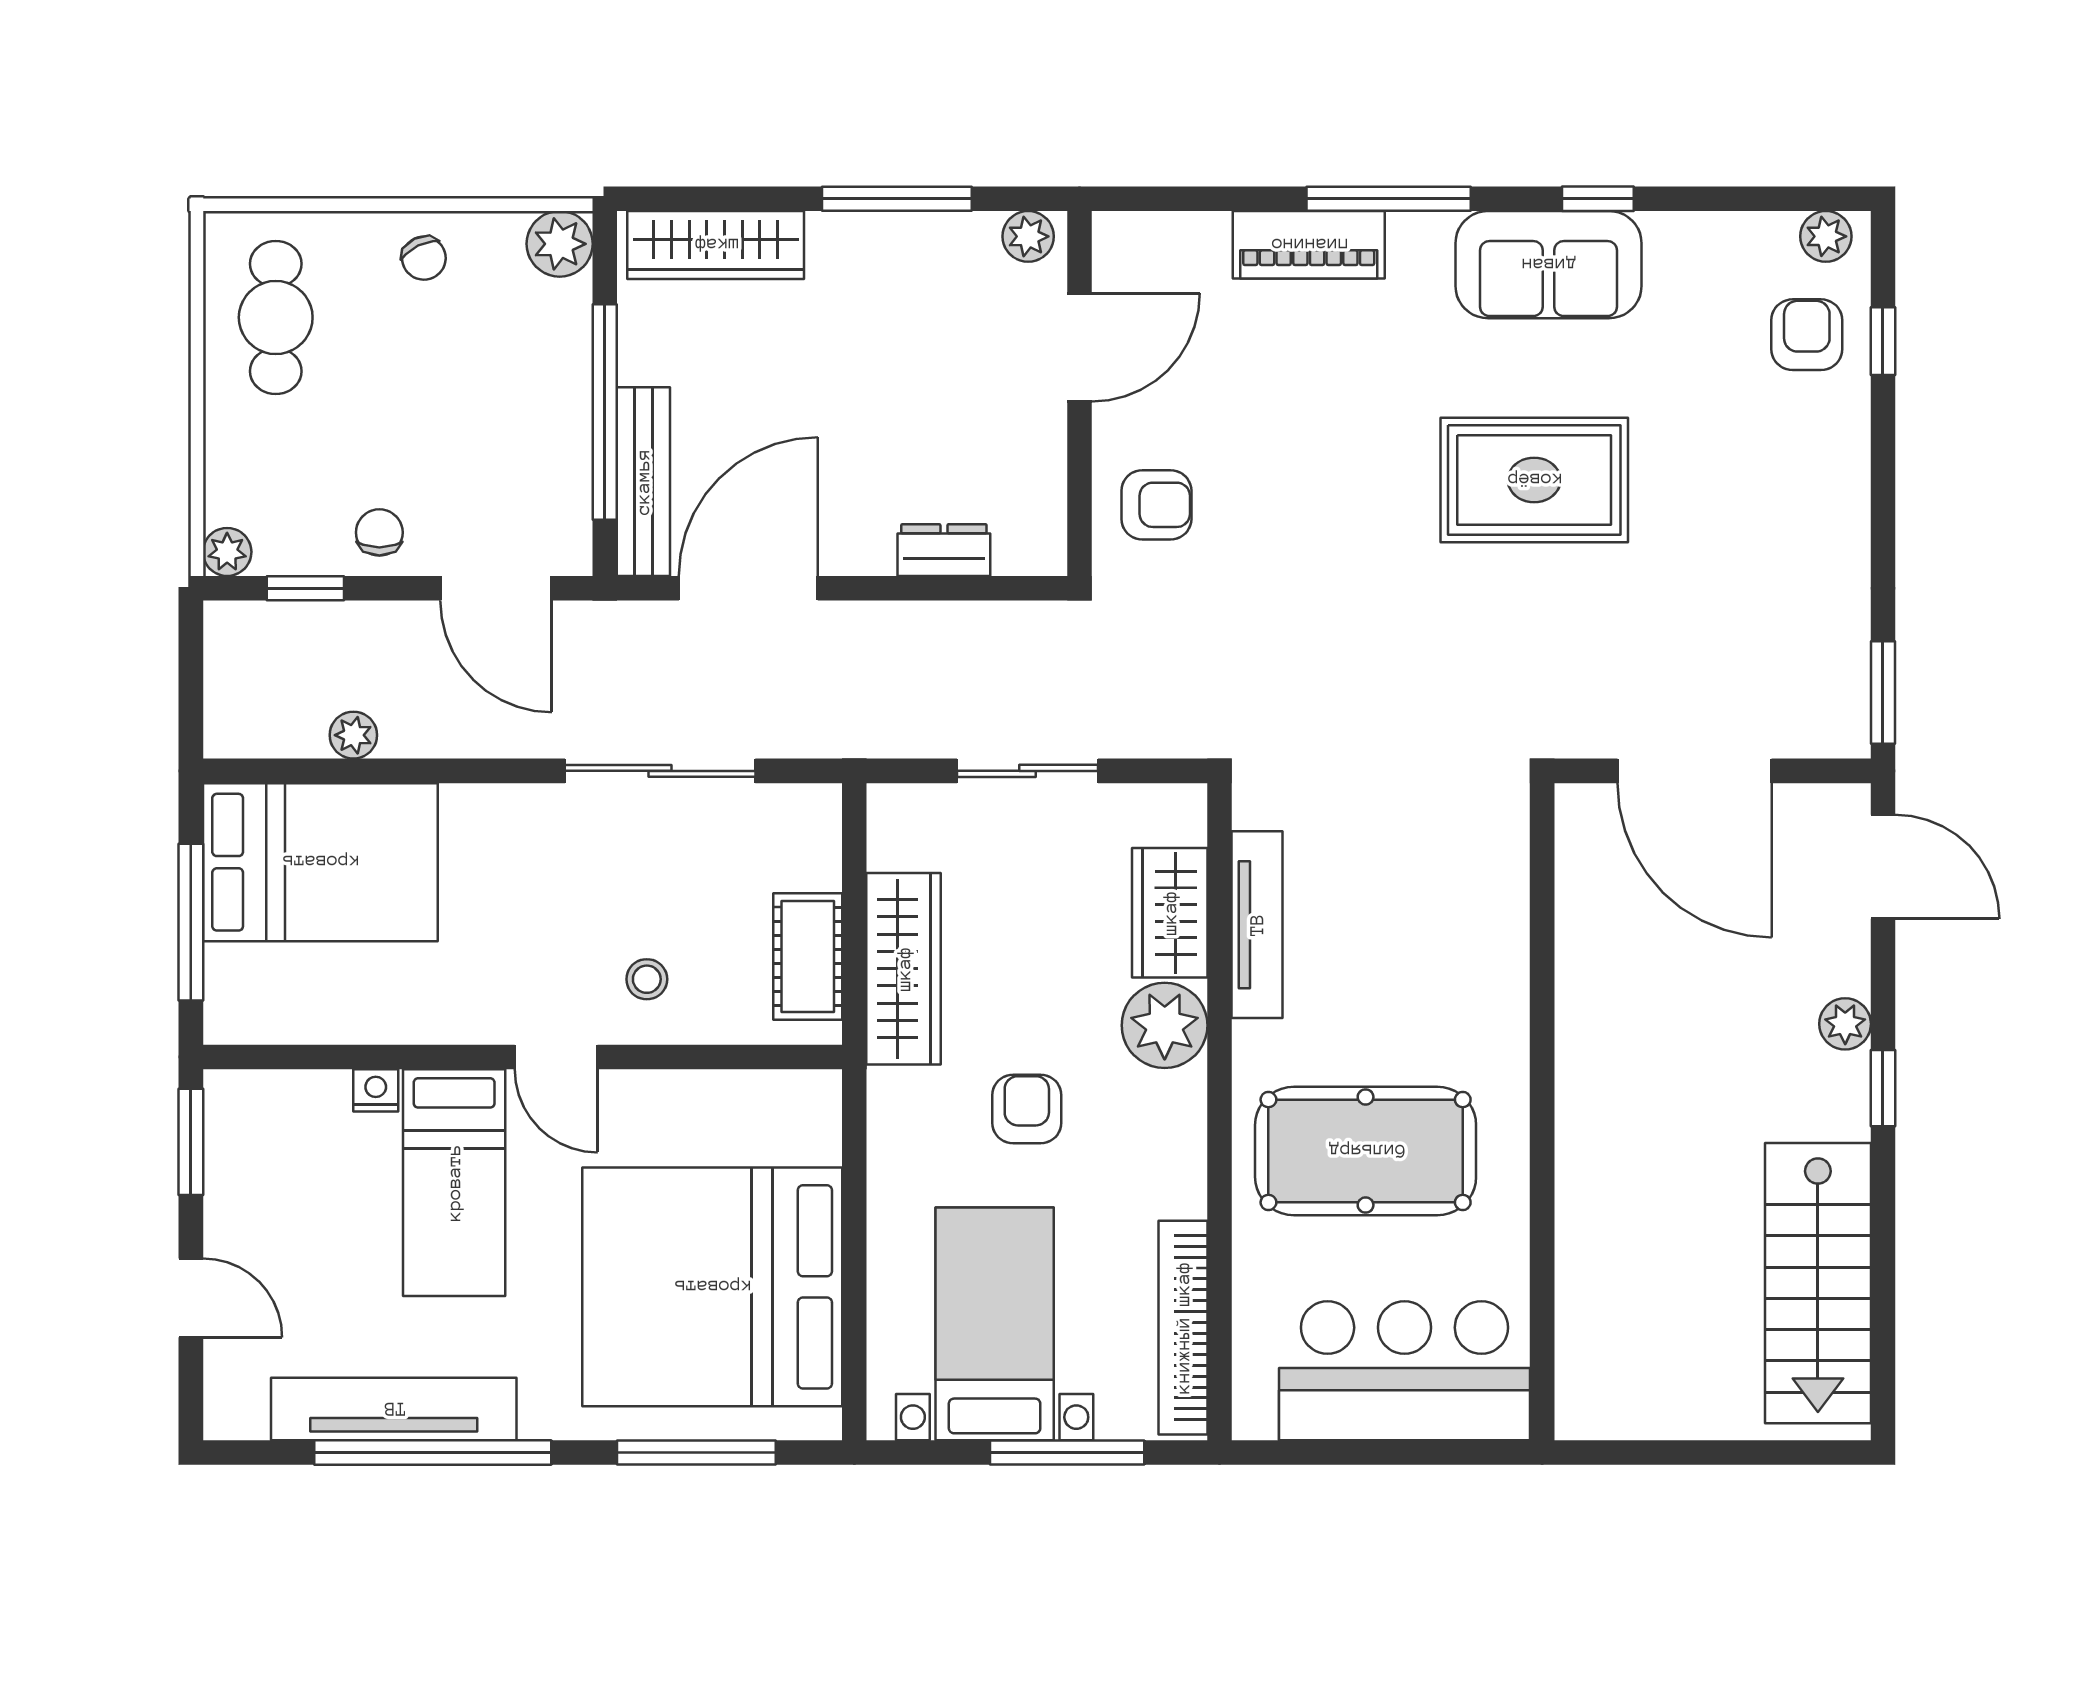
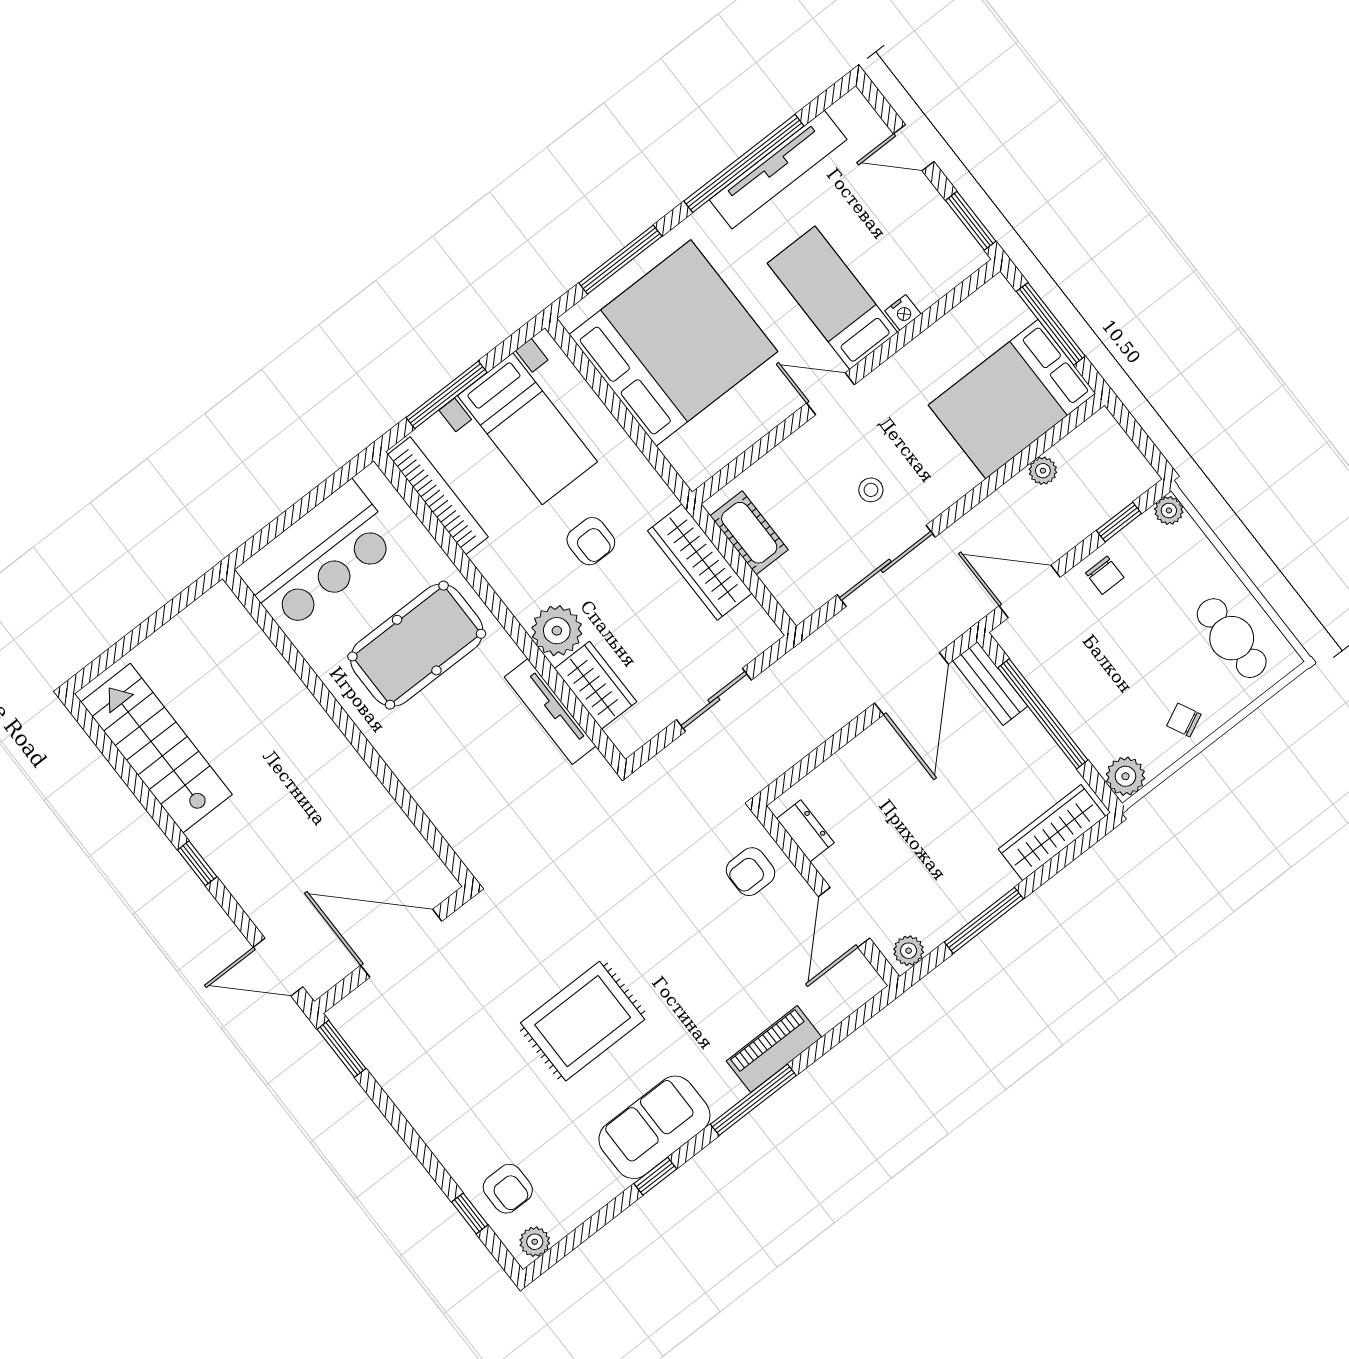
bench: (643, 482) -> (990, 684), width x0.73
dresser: (944, 550) -> (805, 831), moved, turned -90
stool: (647, 979) -> (871, 490), moved
plant: (1845, 1024) -> (238, 880), removed

